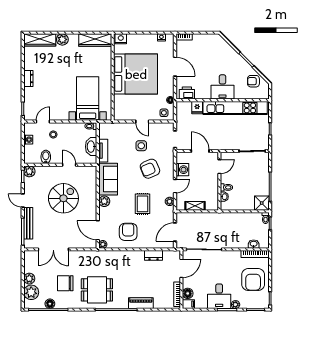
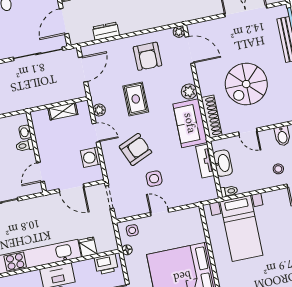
shoe rack: (92, 181) -> (212, 116), added
door: (175, 186) -> (96, 133), swing flipped

